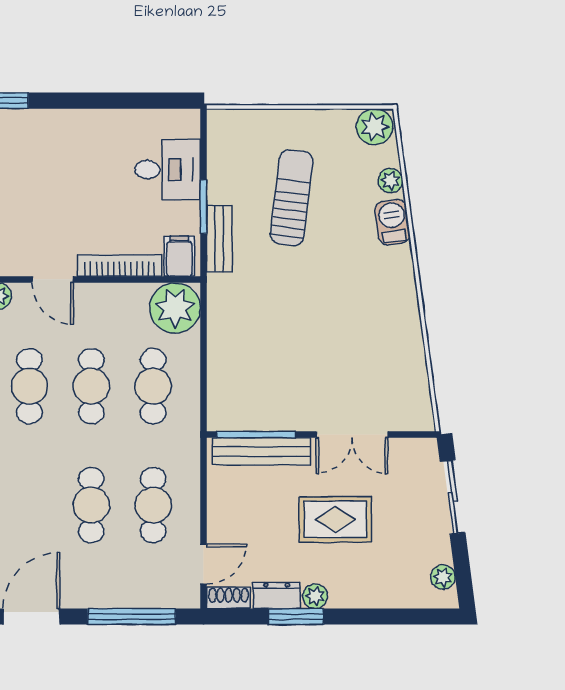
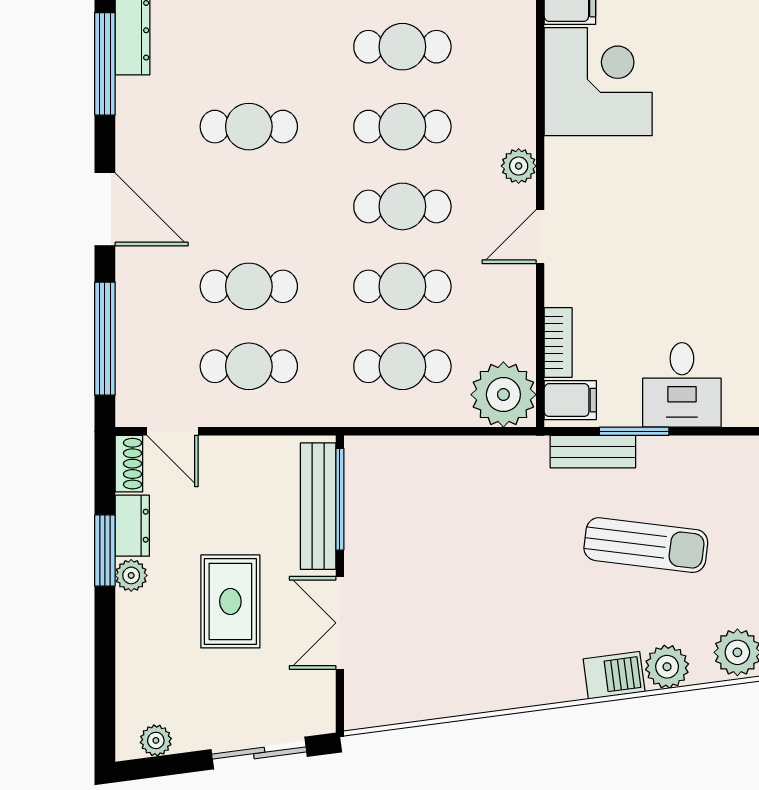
plant: (390, 181) -> (667, 667), width x1.38, depth x1.38
bookcase: (120, 265) -> (558, 342), width x0.64

